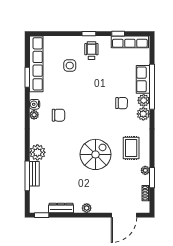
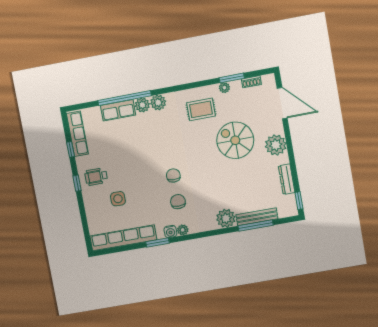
window: (27, 77) -> (158, 242), moved
chair: (122, 103) -> (173, 175), moved
spiral stairs: (96, 154) -> (235, 140), moved
bench: (34, 174) -> (257, 217), width x1.36
plant: (87, 208) -> (276, 145), width x1.87, depth x1.87

